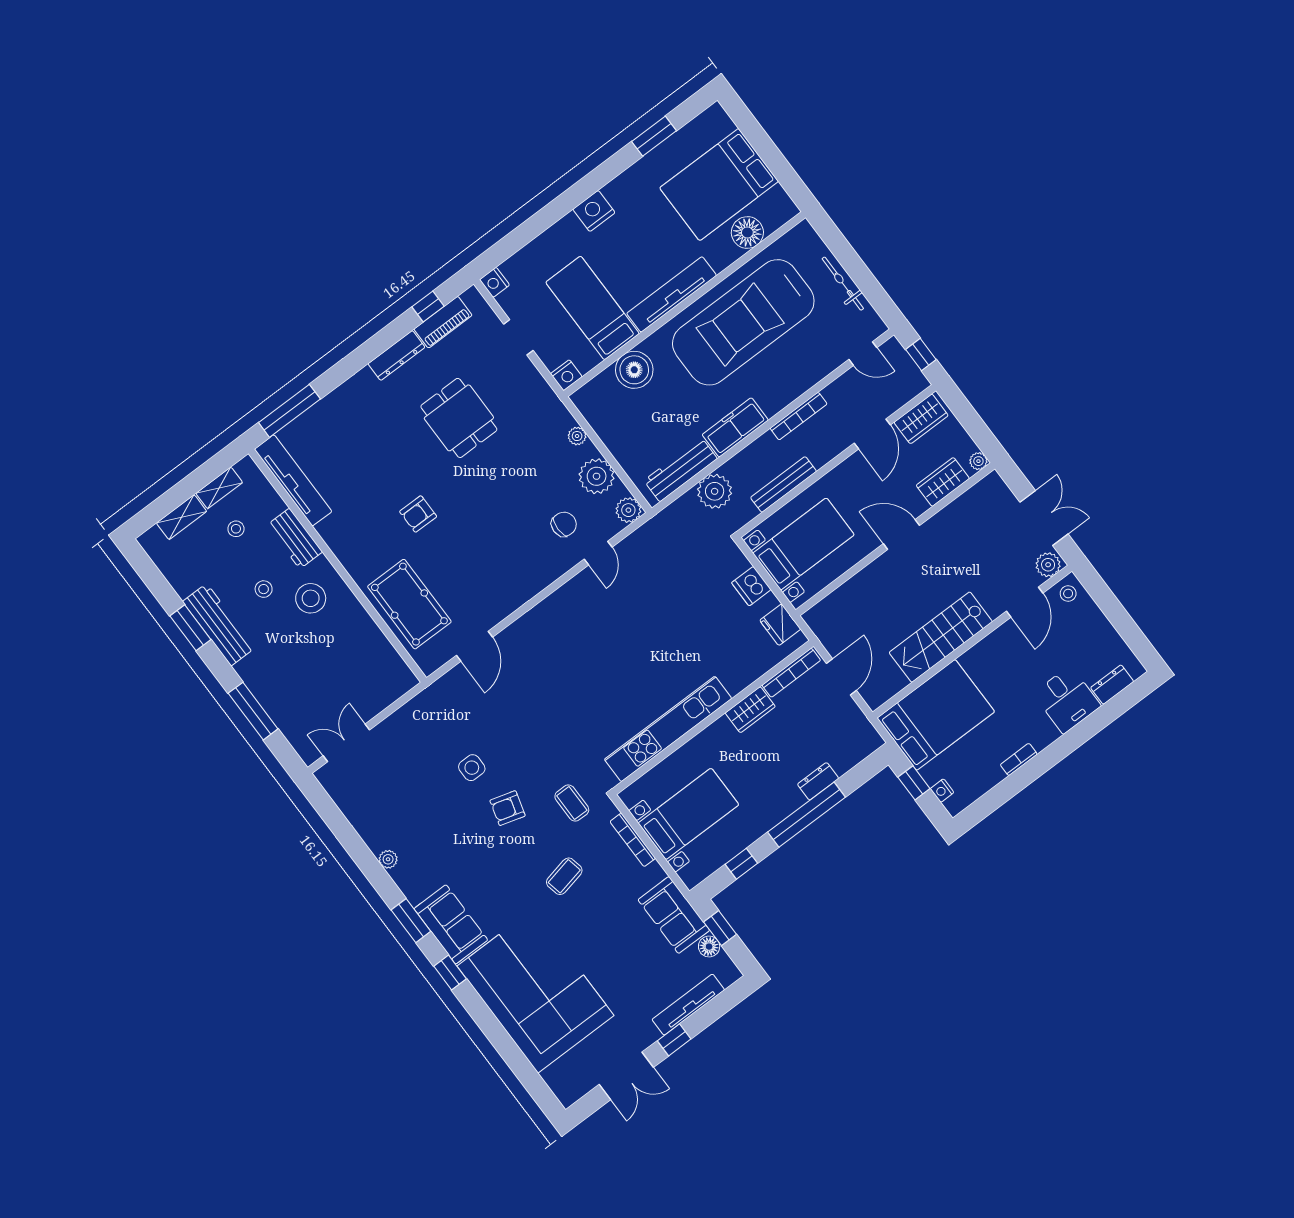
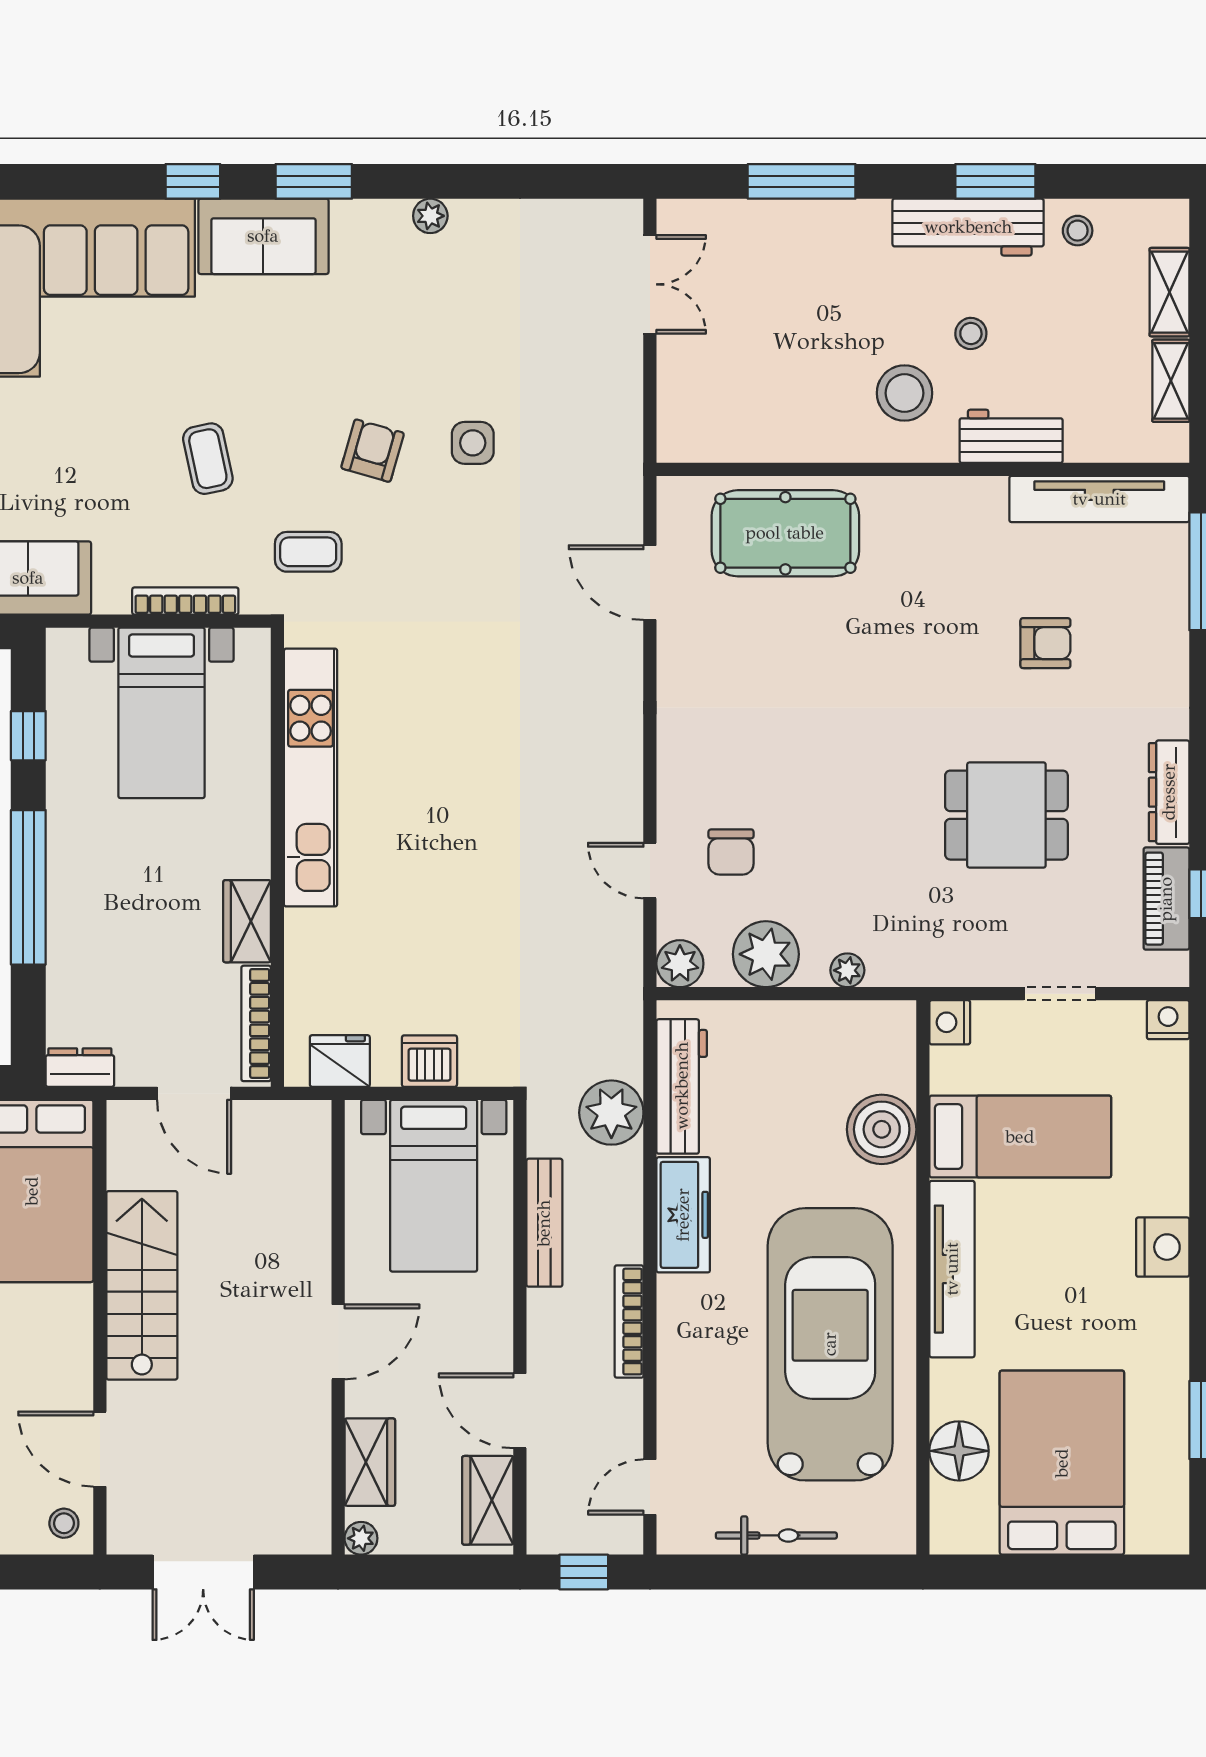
armchair: (418, 514) -> (1045, 643), moved, turned 90
stool: (236, 529) -> (1078, 231), moved
plant: (1048, 565) -> (129, 1526), removed
dresser: (818, 781) -> (80, 1068), moved, turned -90

